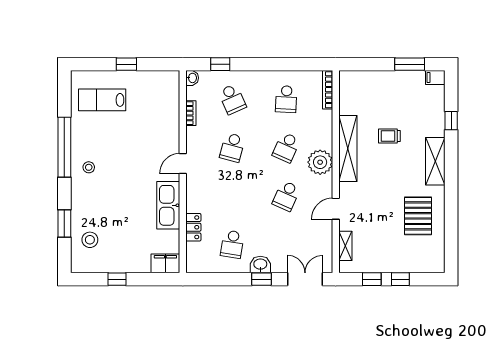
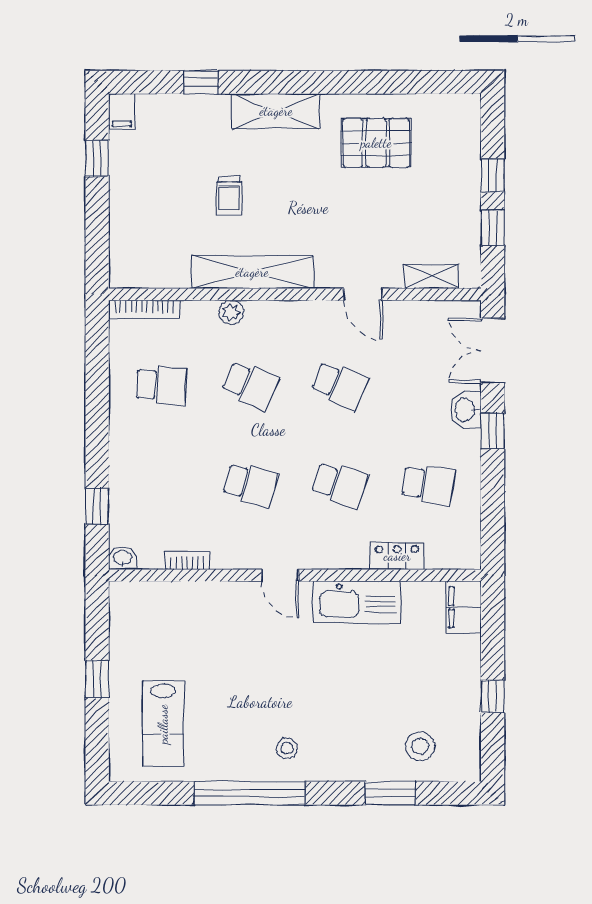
window: (410, 64) -> (97, 158), width x0.67
school desk: (232, 99) -> (339, 484), moved, turned 42
plant: (320, 162) -> (231, 312), moved, width x0.53, depth x0.53
washbasin: (260, 265) -> (466, 410), moved

